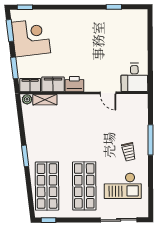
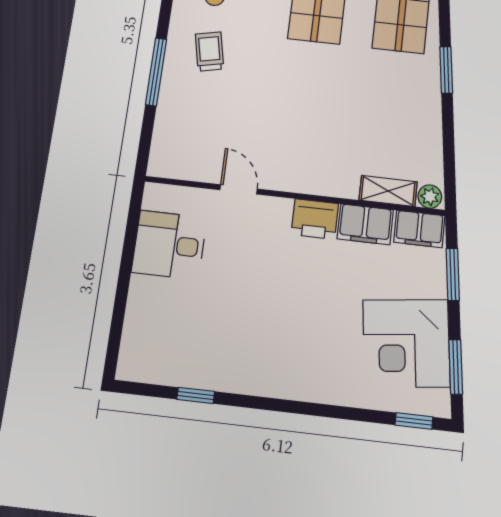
desk: (134, 77) -> (169, 245), moved, turned -90

